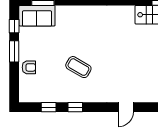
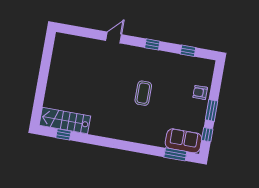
coffee table: (78, 67) -> (143, 93), moved, turned 60
window: (75, 107) -> (152, 44), moved

